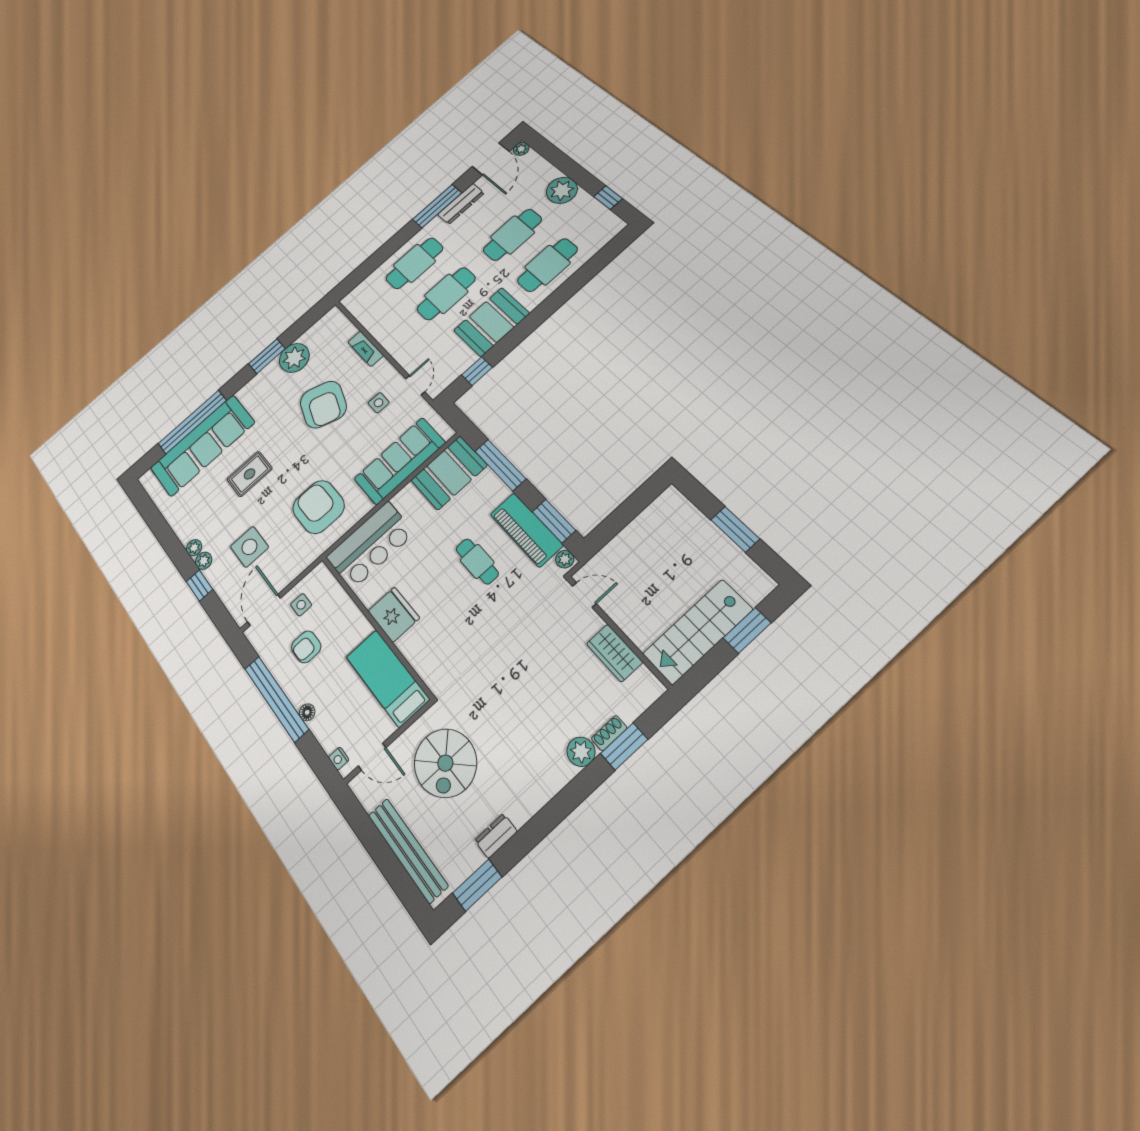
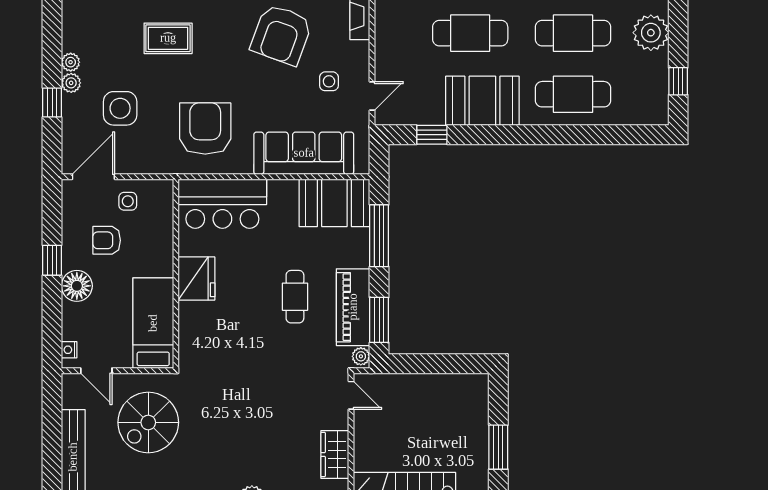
window: (276, 699) -> (52, 260), width x0.32
floor lamp: (307, 712) -> (77, 286), width x1.89, depth x1.89

